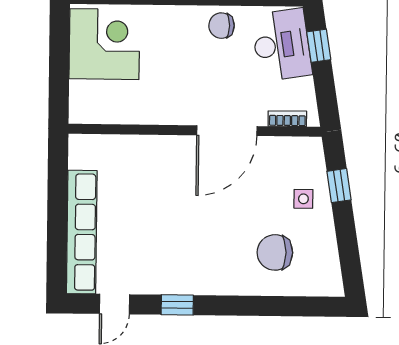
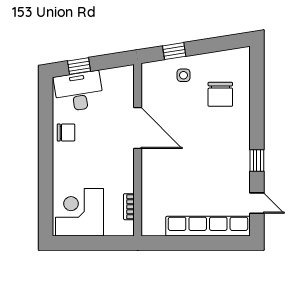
chair: (222, 26) -> (66, 133), turned -90
bookcase: (287, 119) -> (129, 207), moved

